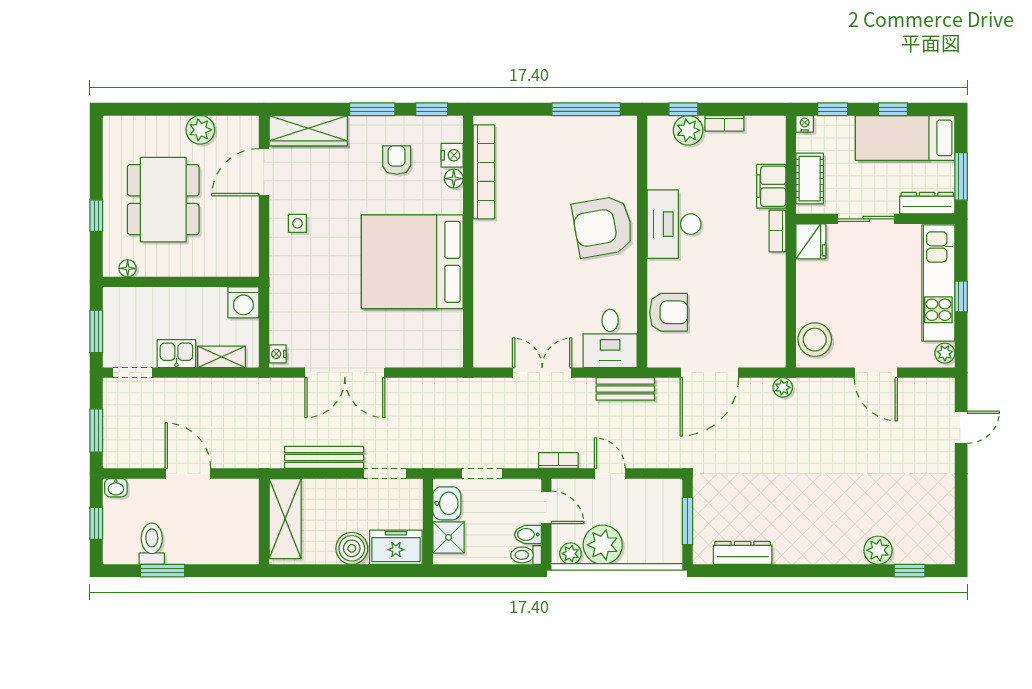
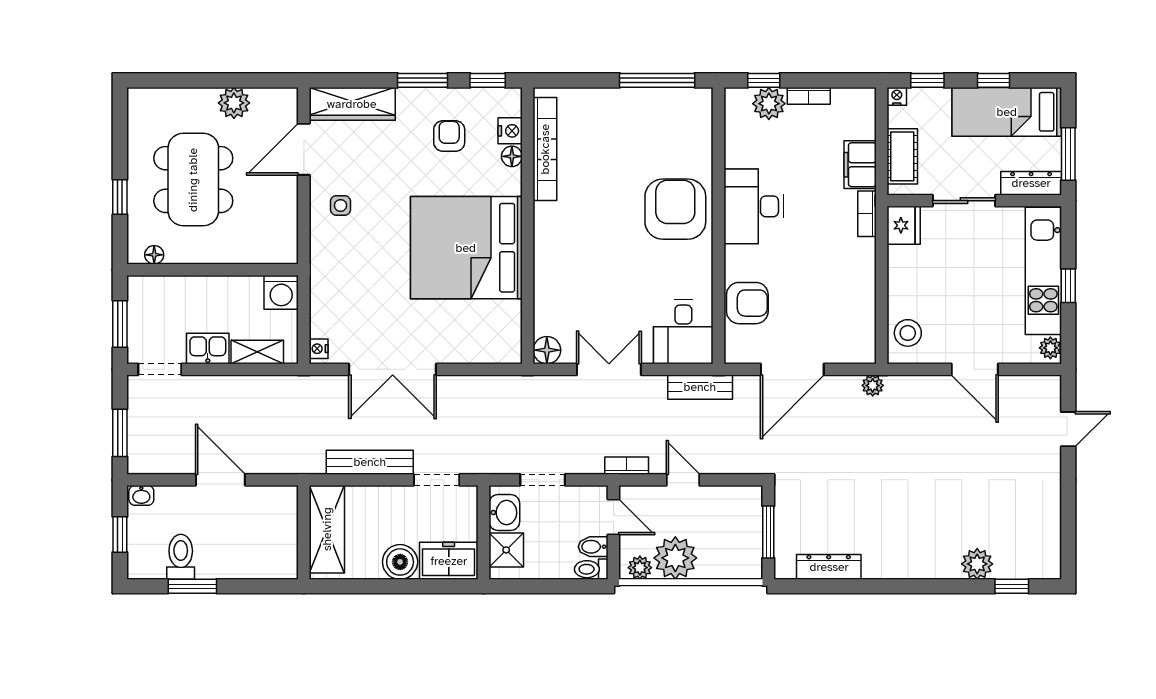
armchair: (603, 227) -> (675, 209), turned 100
stool: (815, 340) -> (908, 333), width x0.73, depth x0.73
floor lamp: (486, 355) -> (547, 350), added

